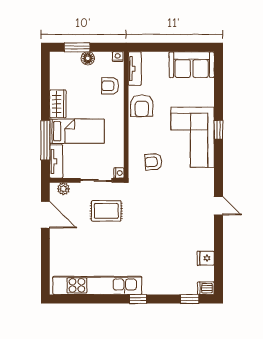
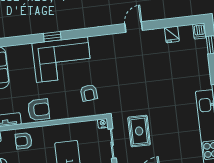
armchair: (110, 86) -> (24, 141), turned 90
door: (218, 206) -> (134, 27), moved

